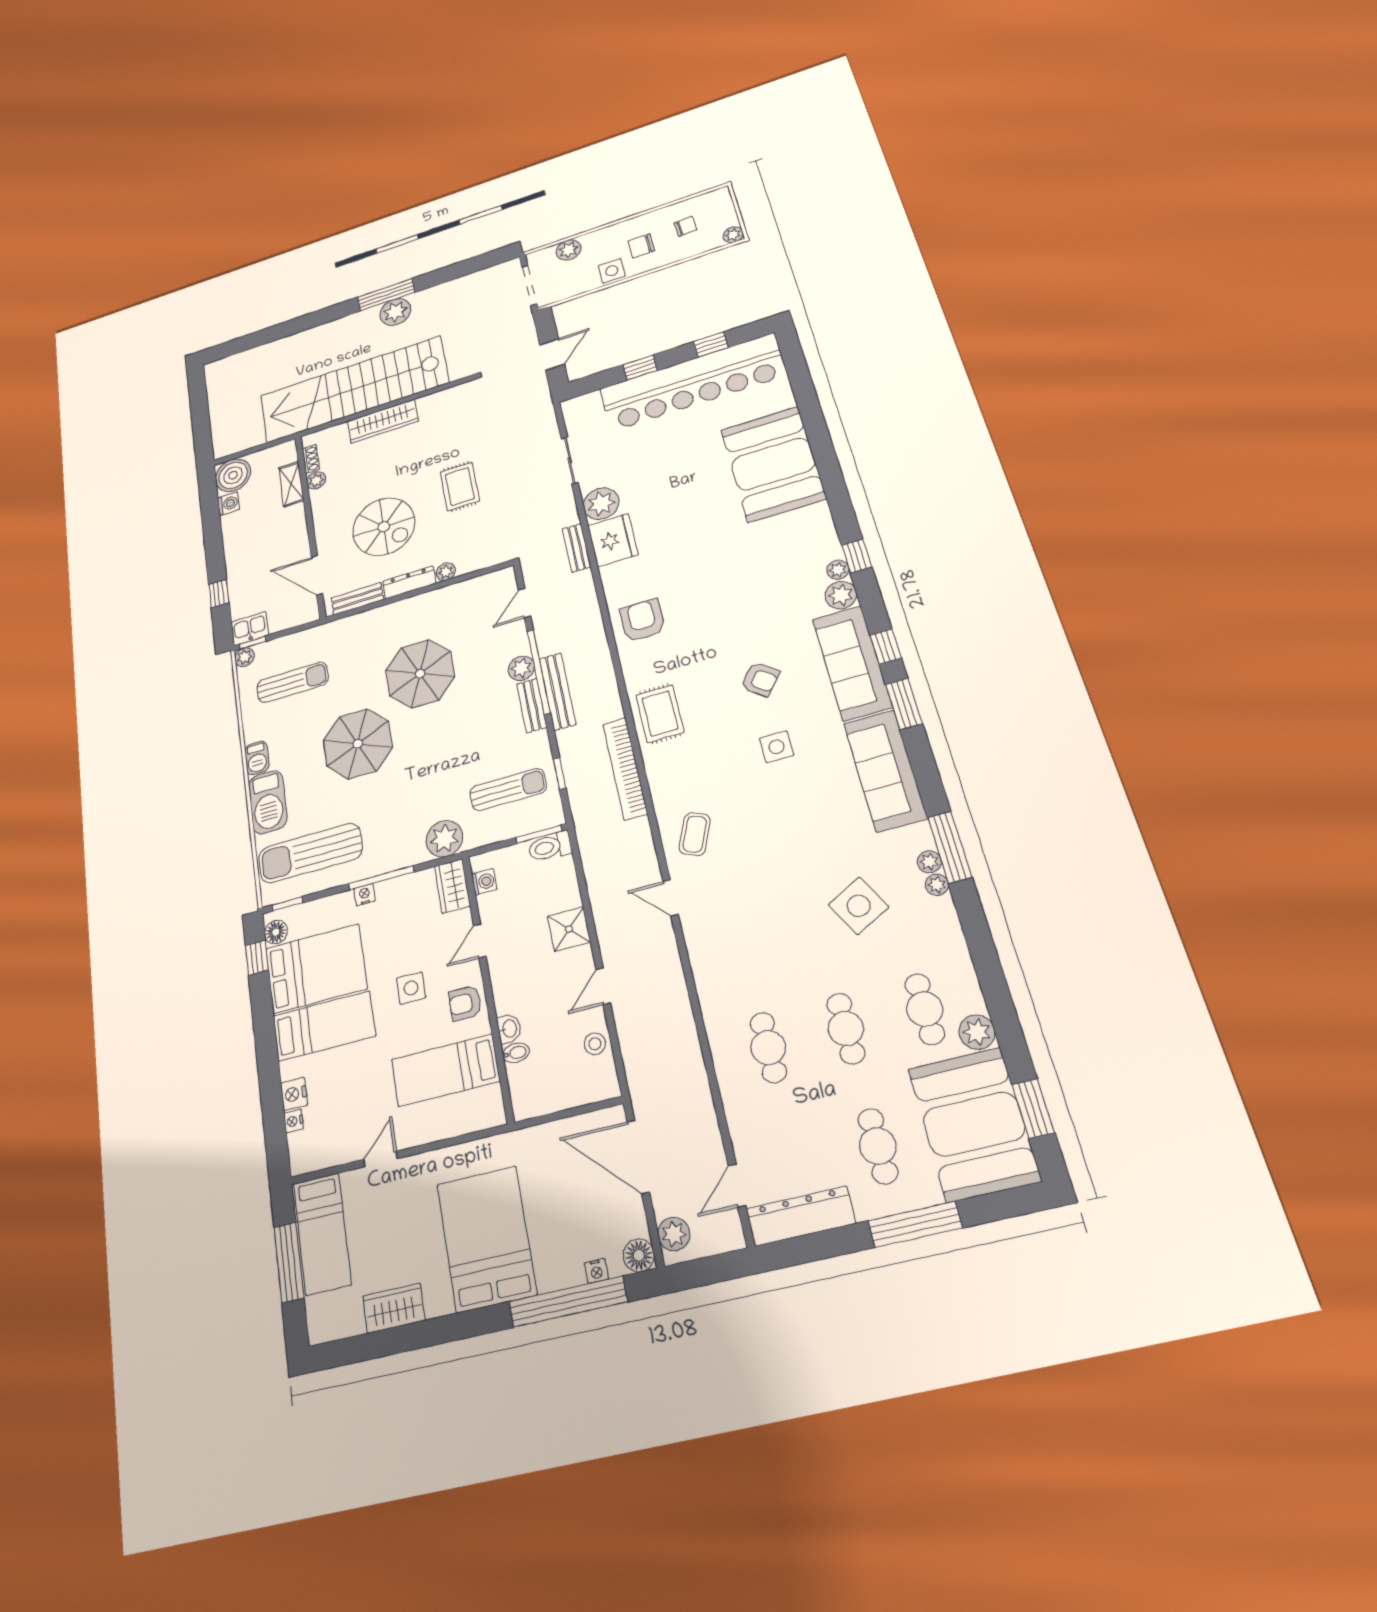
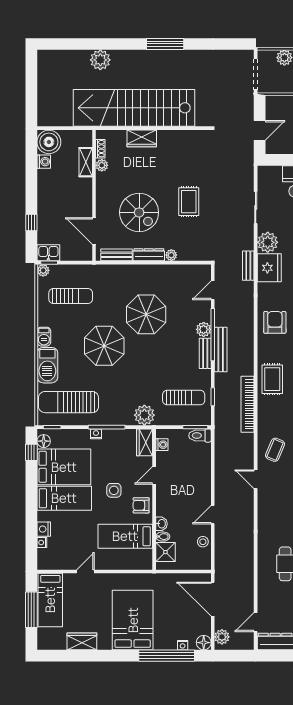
plant: (395, 312) -> (100, 60), moved
wardrobe: (383, 421) -> (142, 138), width x0.67
shower: (569, 929) -> (165, 552), moved

